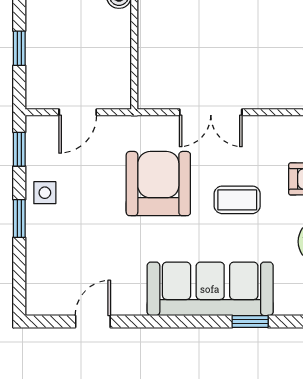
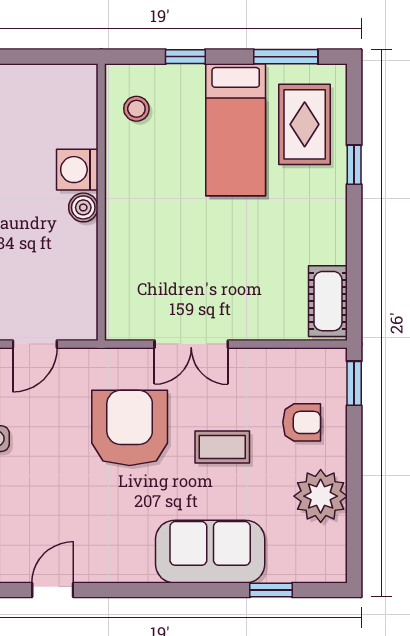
sofa: (210, 289) -> (210, 552), width x0.73
window: (250, 321) -> (271, 590), moved

